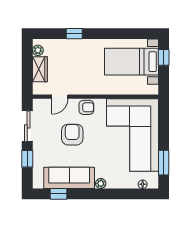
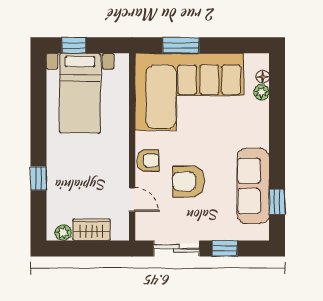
armchair: (86, 107) -> (148, 160), turned 90
window: (164, 163) -> (181, 45), moved
plant: (101, 183) -> (261, 92), moved

